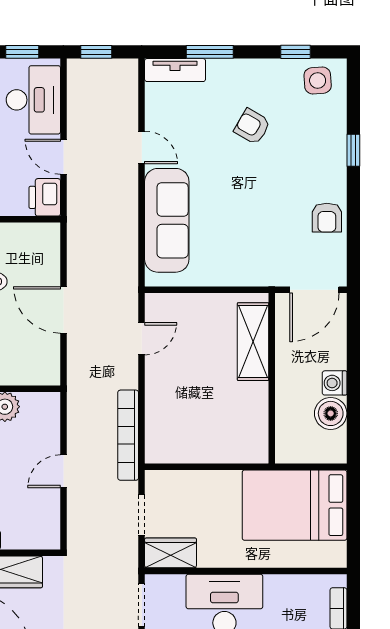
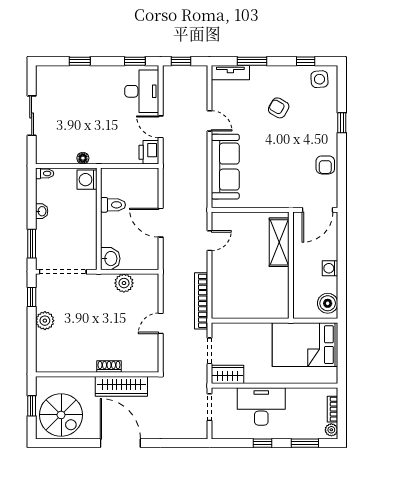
boiler: (331, 413) -> (328, 303), moved

